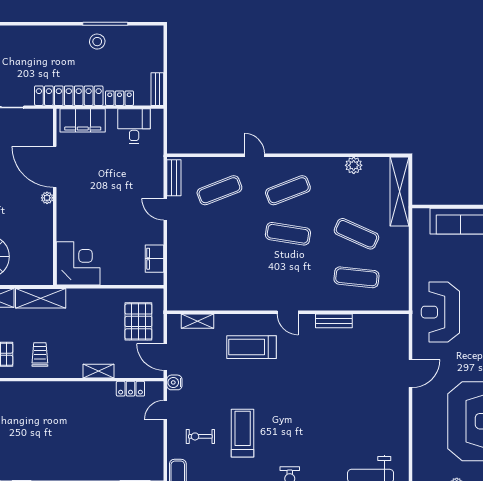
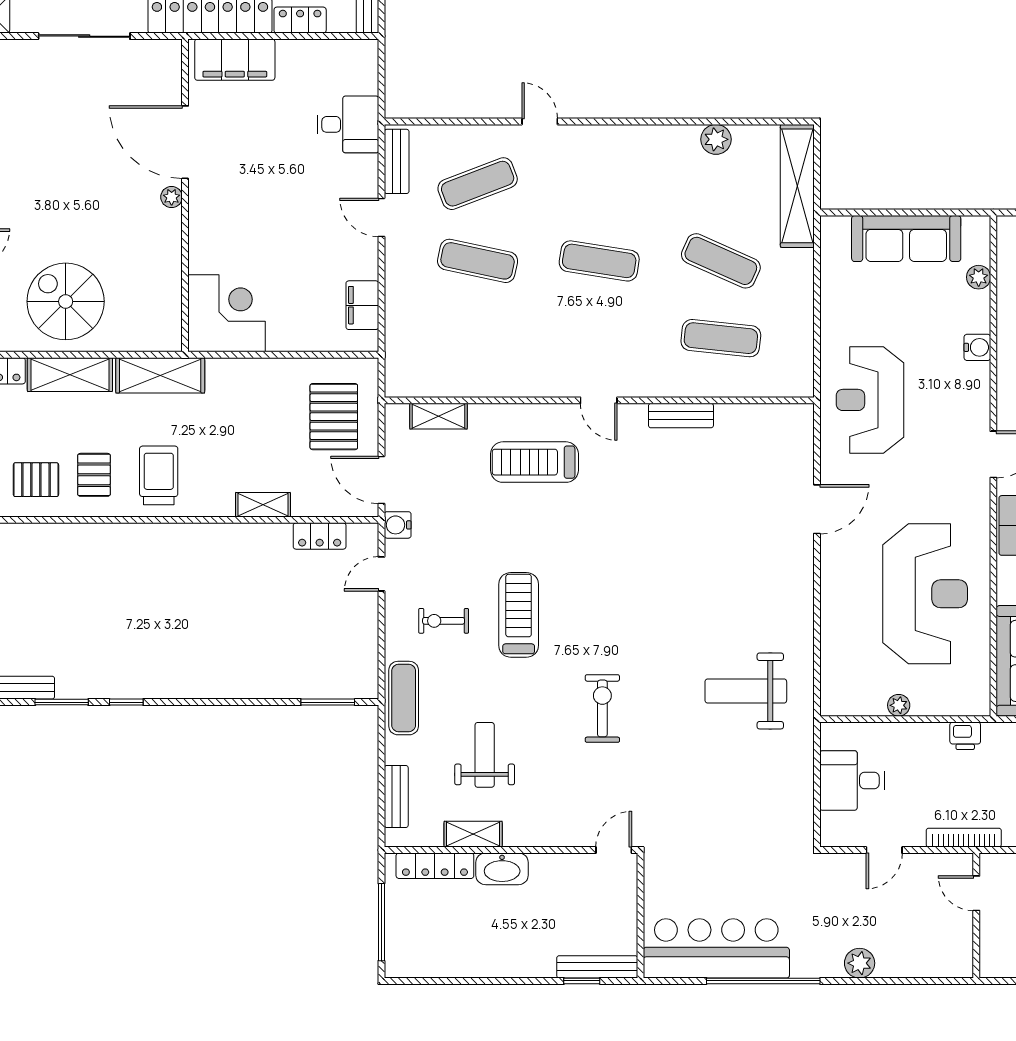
desk: (134, 126) -> (348, 124), moved, turned 90
exercise mat: (288, 190) -> (478, 261), moved, turned 33
trolley: (40, 355) -> (159, 475), width x1.36, depth x1.39

